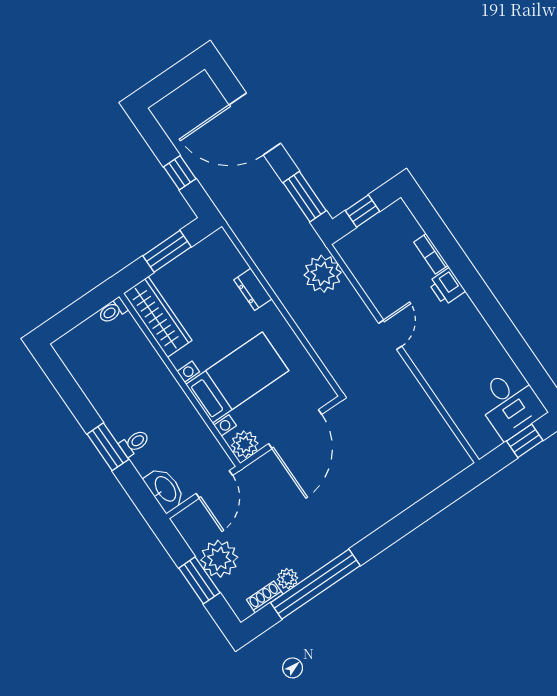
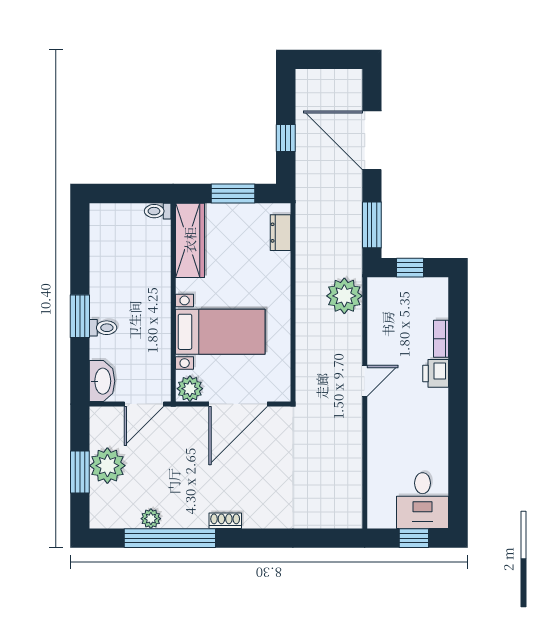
dresser: (253, 289) -> (280, 233), moved
shoe rack: (265, 597) -> (225, 521), moved

